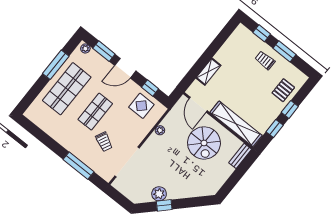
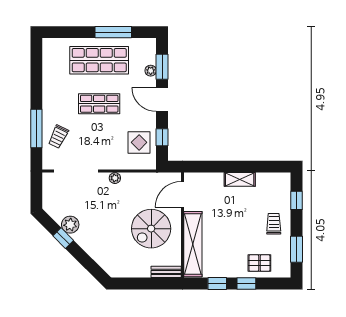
plant: (85, 48) -> (151, 71), moved
window: (284, 51) -> (296, 249), moved
shelving: (208, 72) -> (240, 179), moved
plant: (160, 130) -> (115, 178), moved
trolley: (104, 142) -> (58, 137), moved

